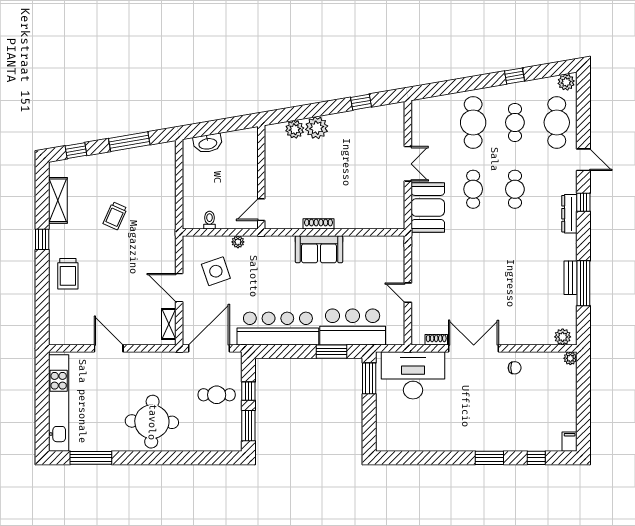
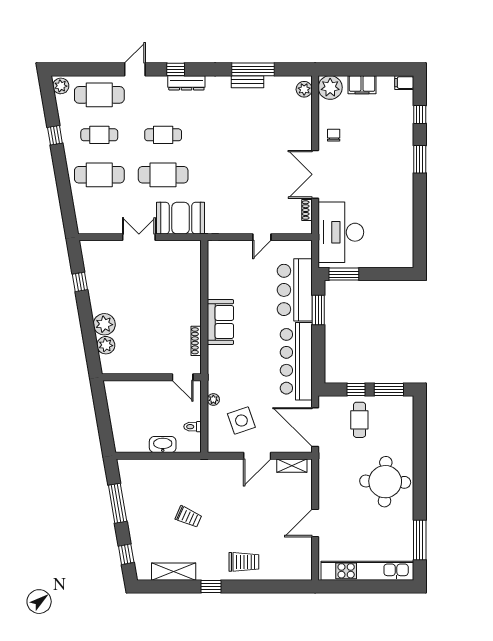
washbasin: (208, 143) -> (163, 445), moved, turned -80
cafe table: (473, 189) -> (163, 175), width x1.37, depth x1.35
shoe rack: (319, 224) -> (196, 341), moved
plant: (570, 358) -> (330, 87), width x1.87, depth x1.87
filing cabinet: (567, 397) -> (362, 85), added

